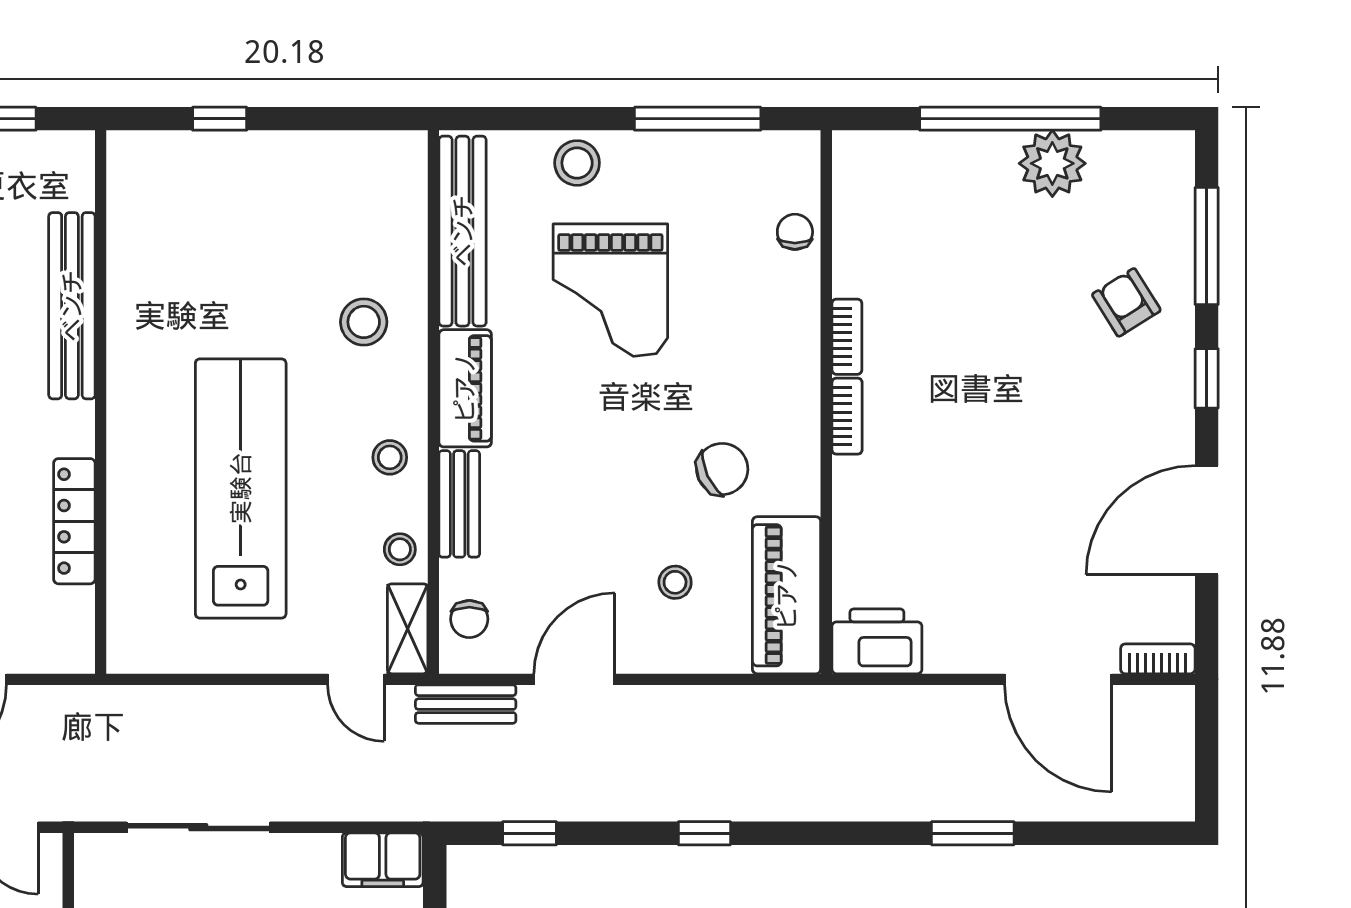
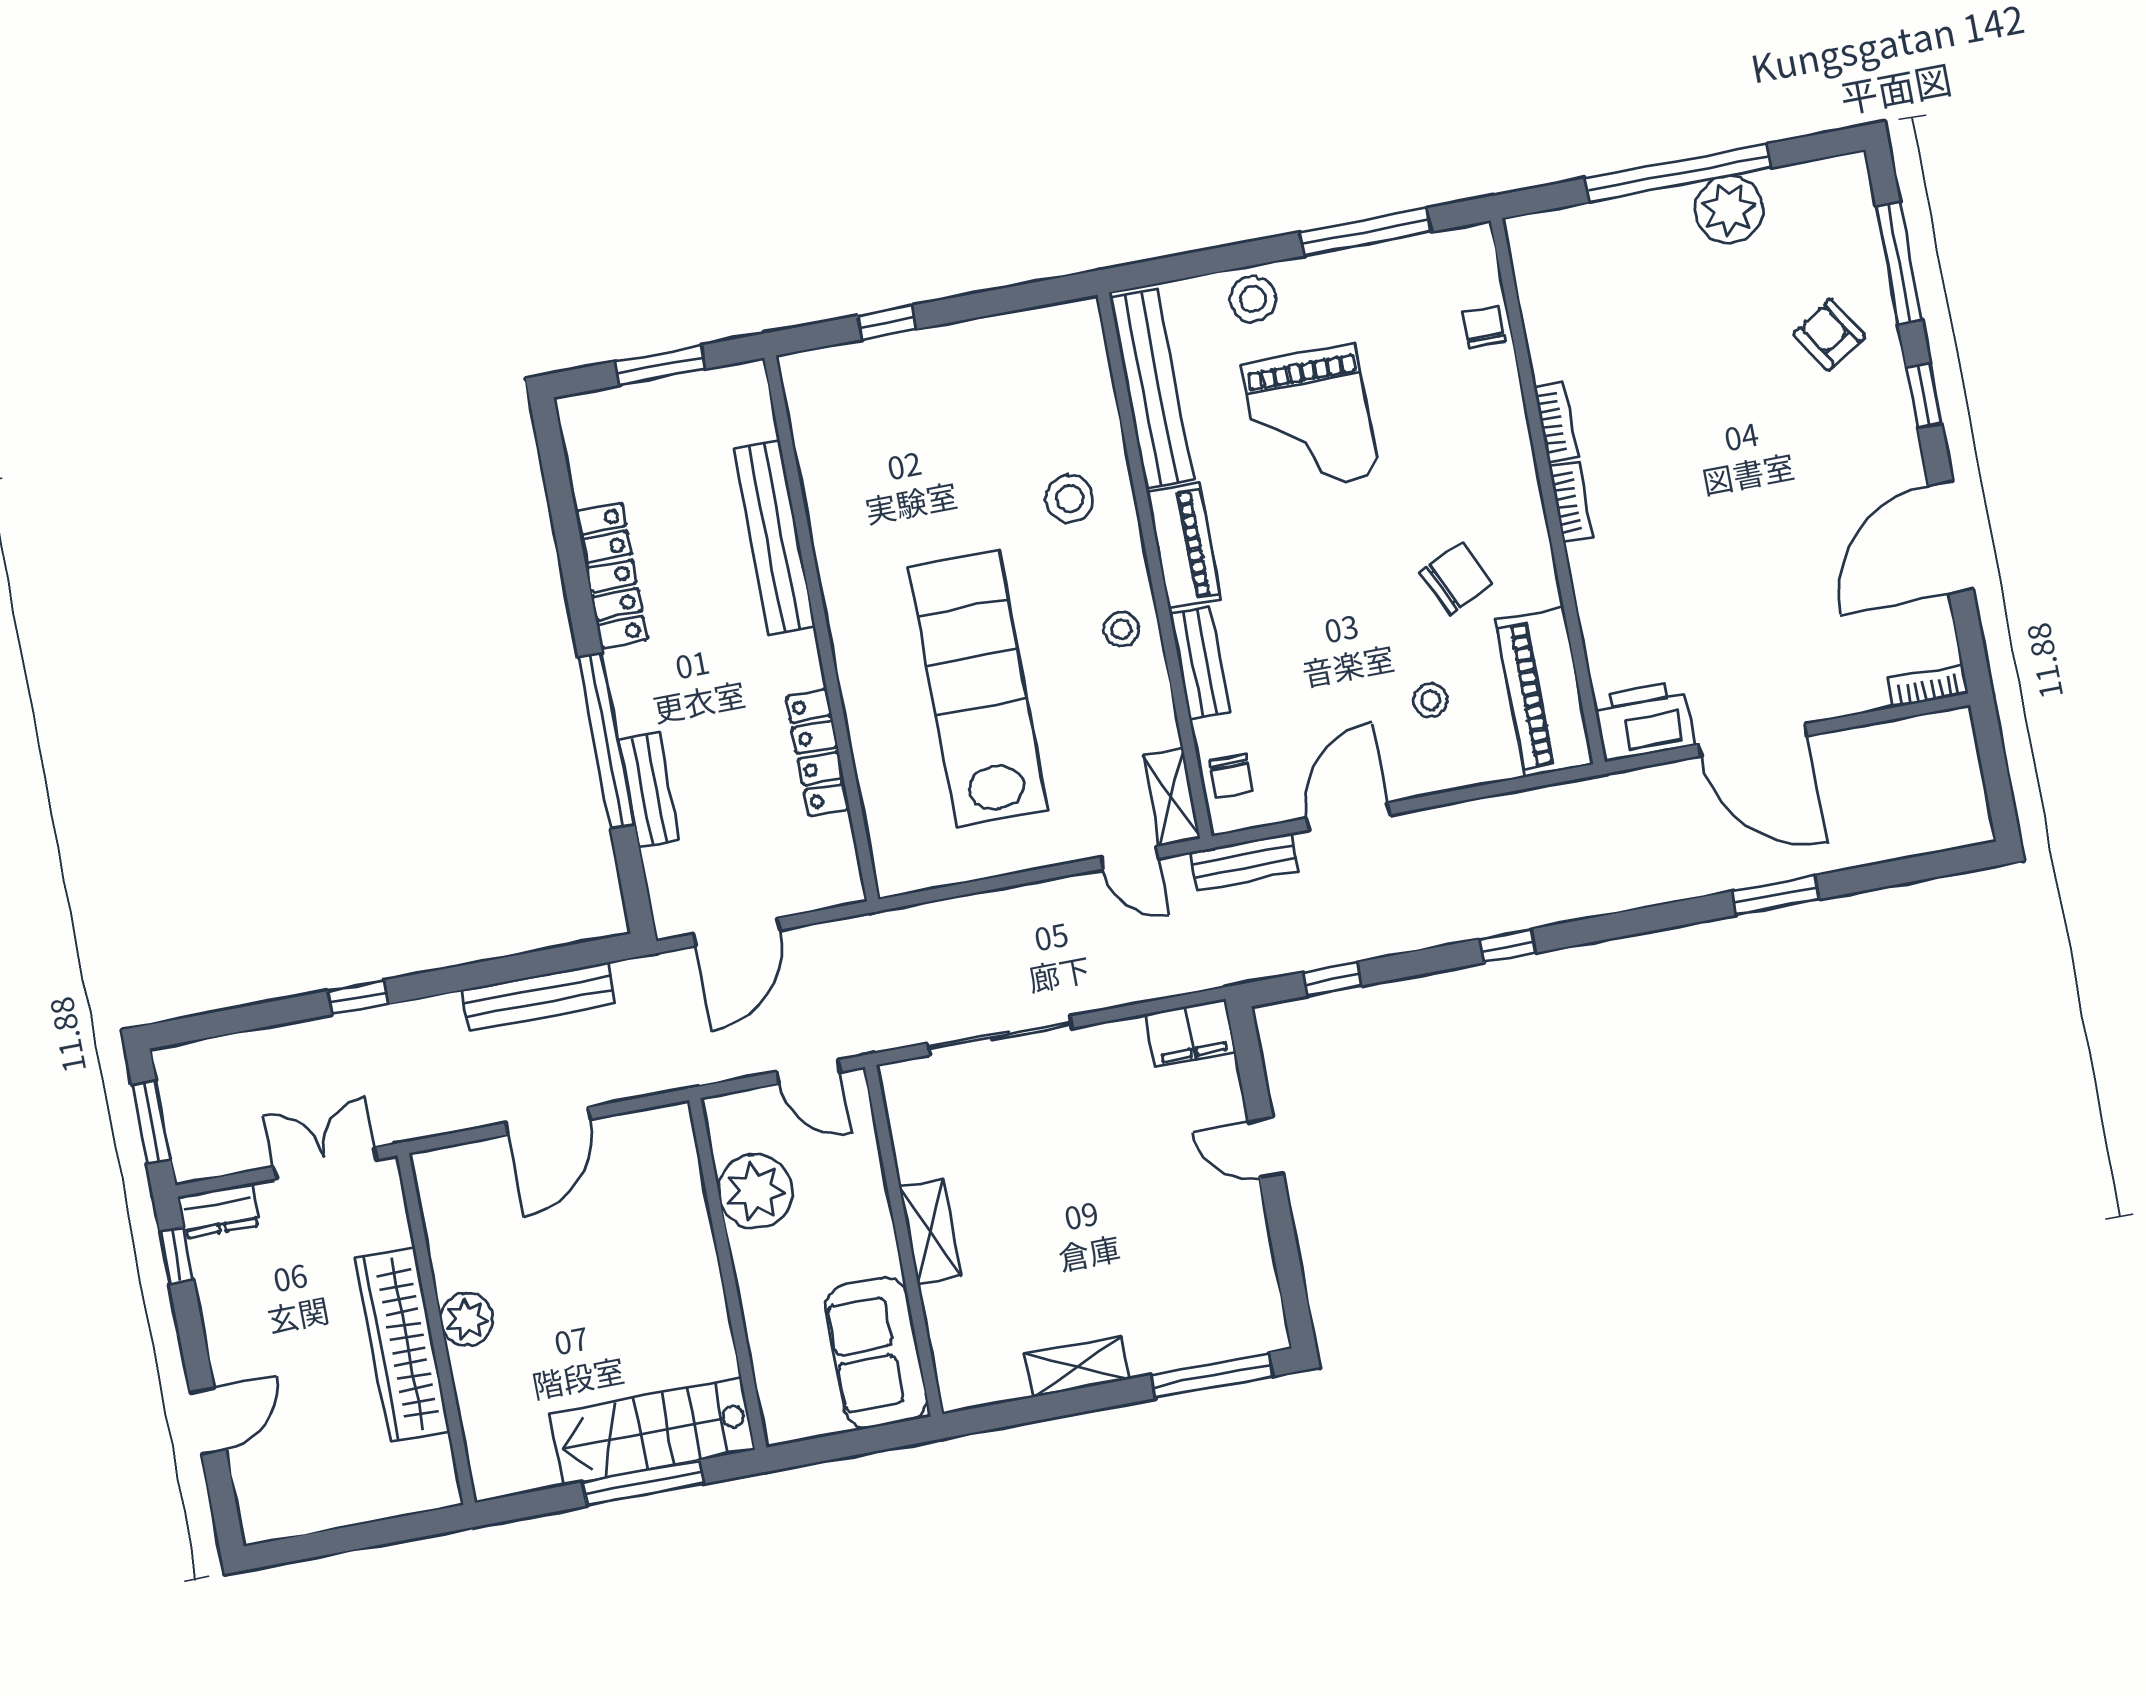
stool: (400, 549) -> (1149, 719), removed
door: (1058, 679) -> (1753, 740), moved

